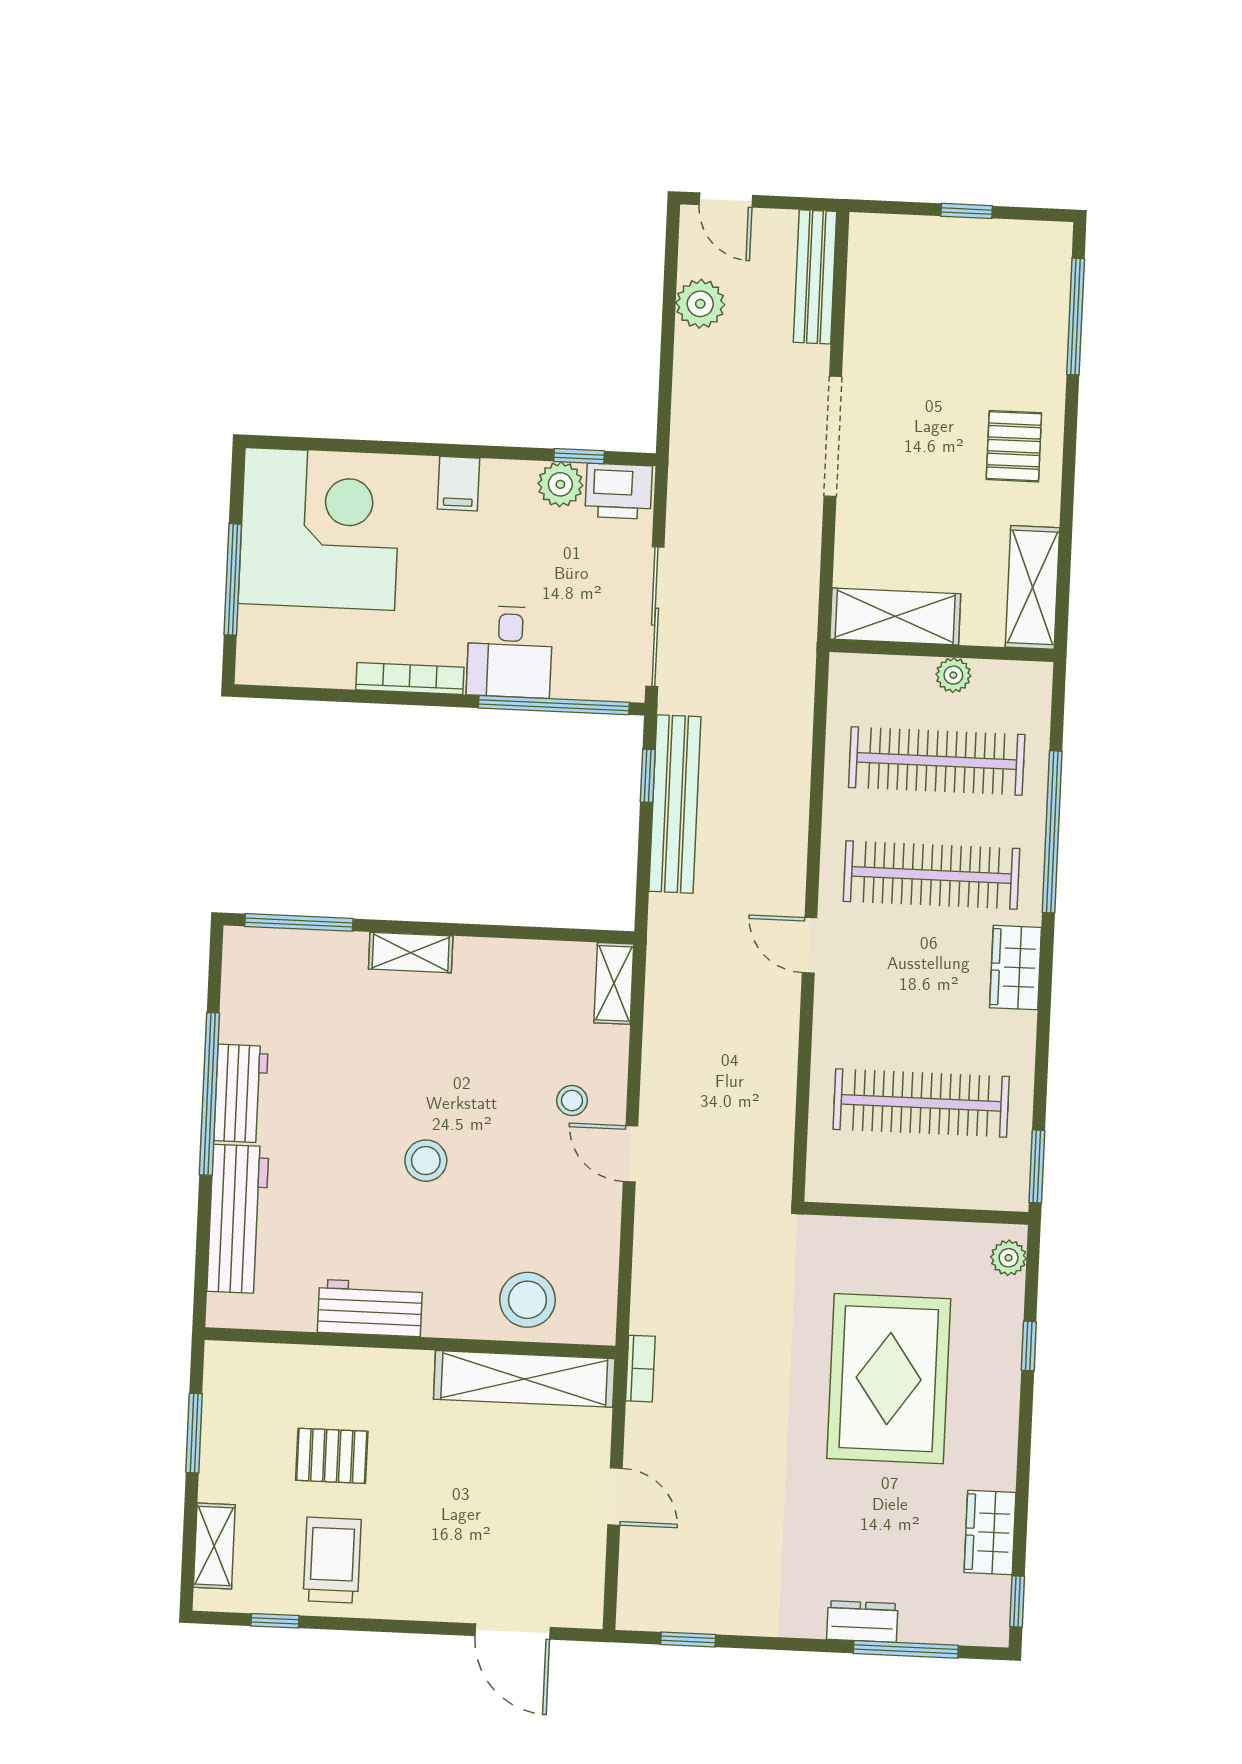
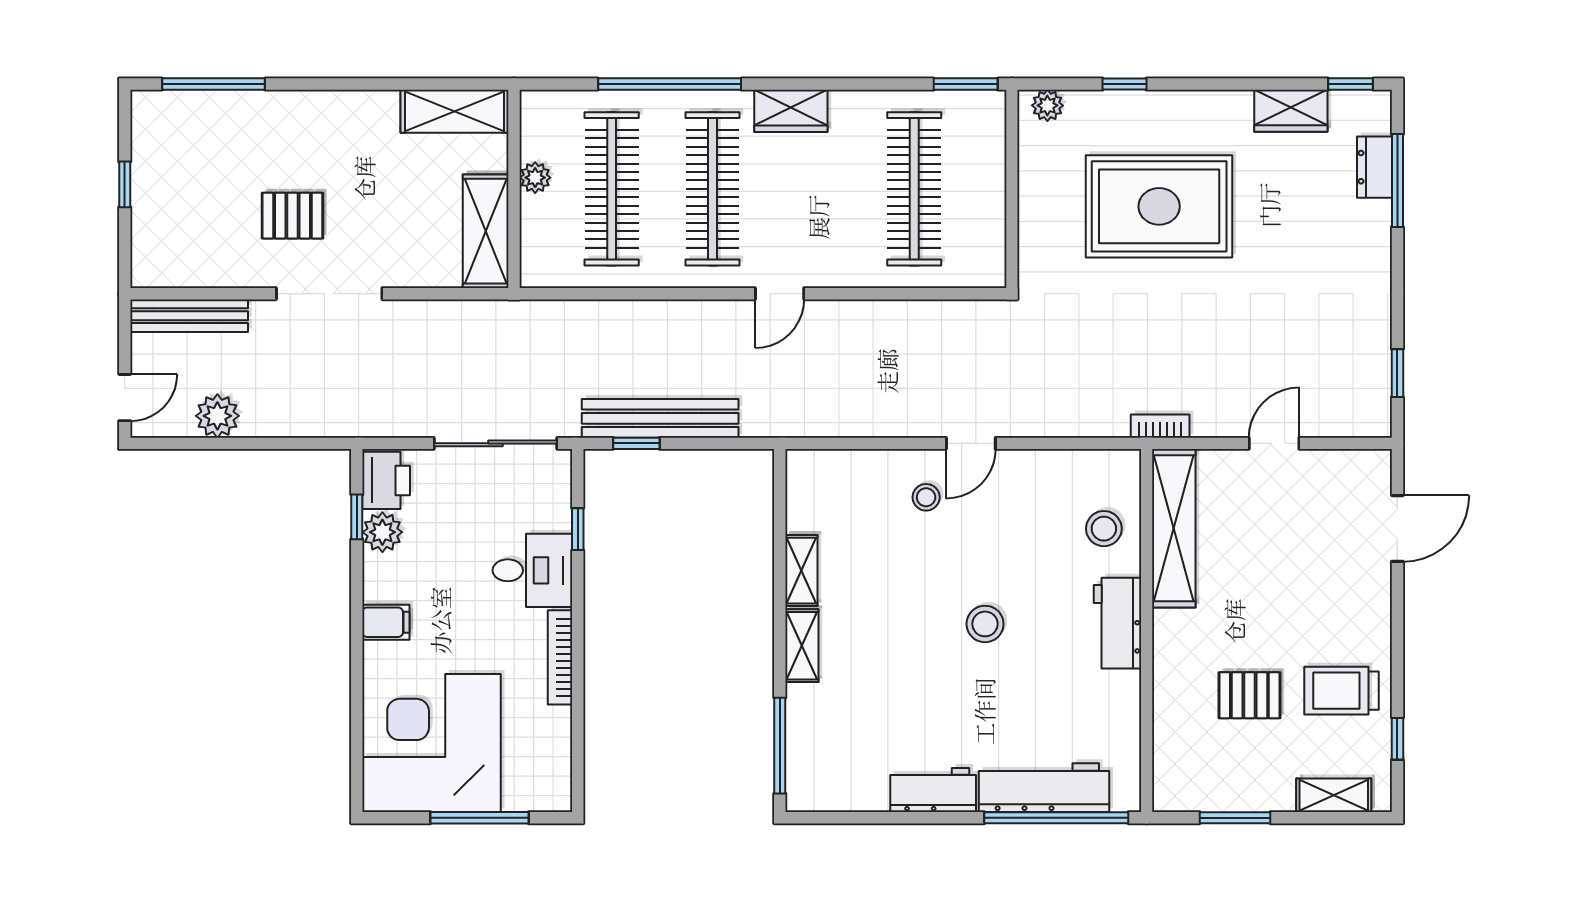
pallet: (1014, 446) -> (292, 216), moved
window: (554, 705) -> (578, 529), width x0.32
shelving: (614, 983) -> (801, 571), moved, turned 90
window: (209, 1094) -> (1056, 818), moved
stool: (527, 1300) -> (1104, 529), width x0.73, depth x0.73
workbench: (370, 1308) -> (1117, 623), moved
pallet: (332, 1456) -> (1249, 695), turned 90
dresser: (862, 1621) -> (1375, 167), moved

